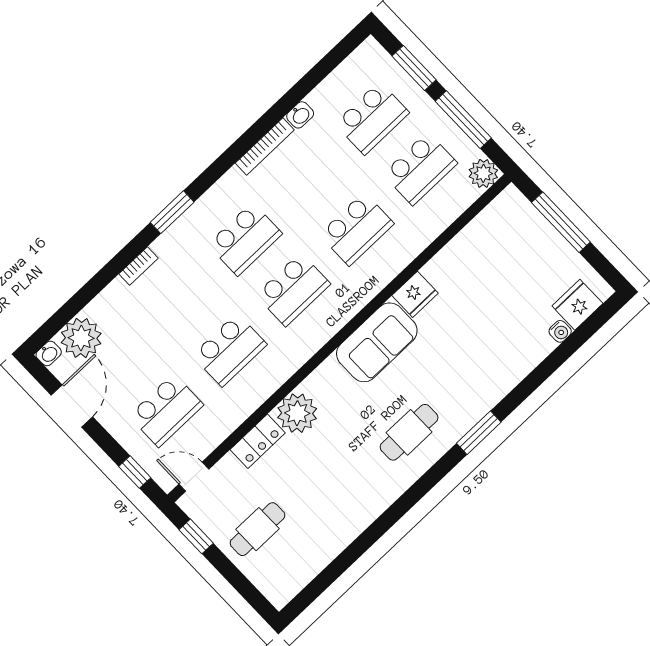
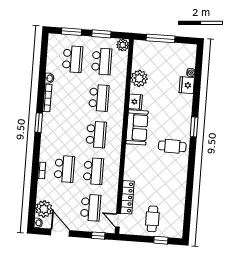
window: (463, 120) -> (101, 34), width x0.69
window: (172, 212) -> (39, 123), moved
school desk: (245, 239) -> (64, 169), moved
fridge: (577, 305) -> (187, 85), moved
plant: (297, 413) -> (139, 78), moved
cafe table: (409, 432) -> (172, 146), turned 90
locker: (258, 441) -> (127, 197), width x1.53
door: (194, 477) -> (118, 220), hinge flipped
window: (196, 536) -> (161, 240), moved

